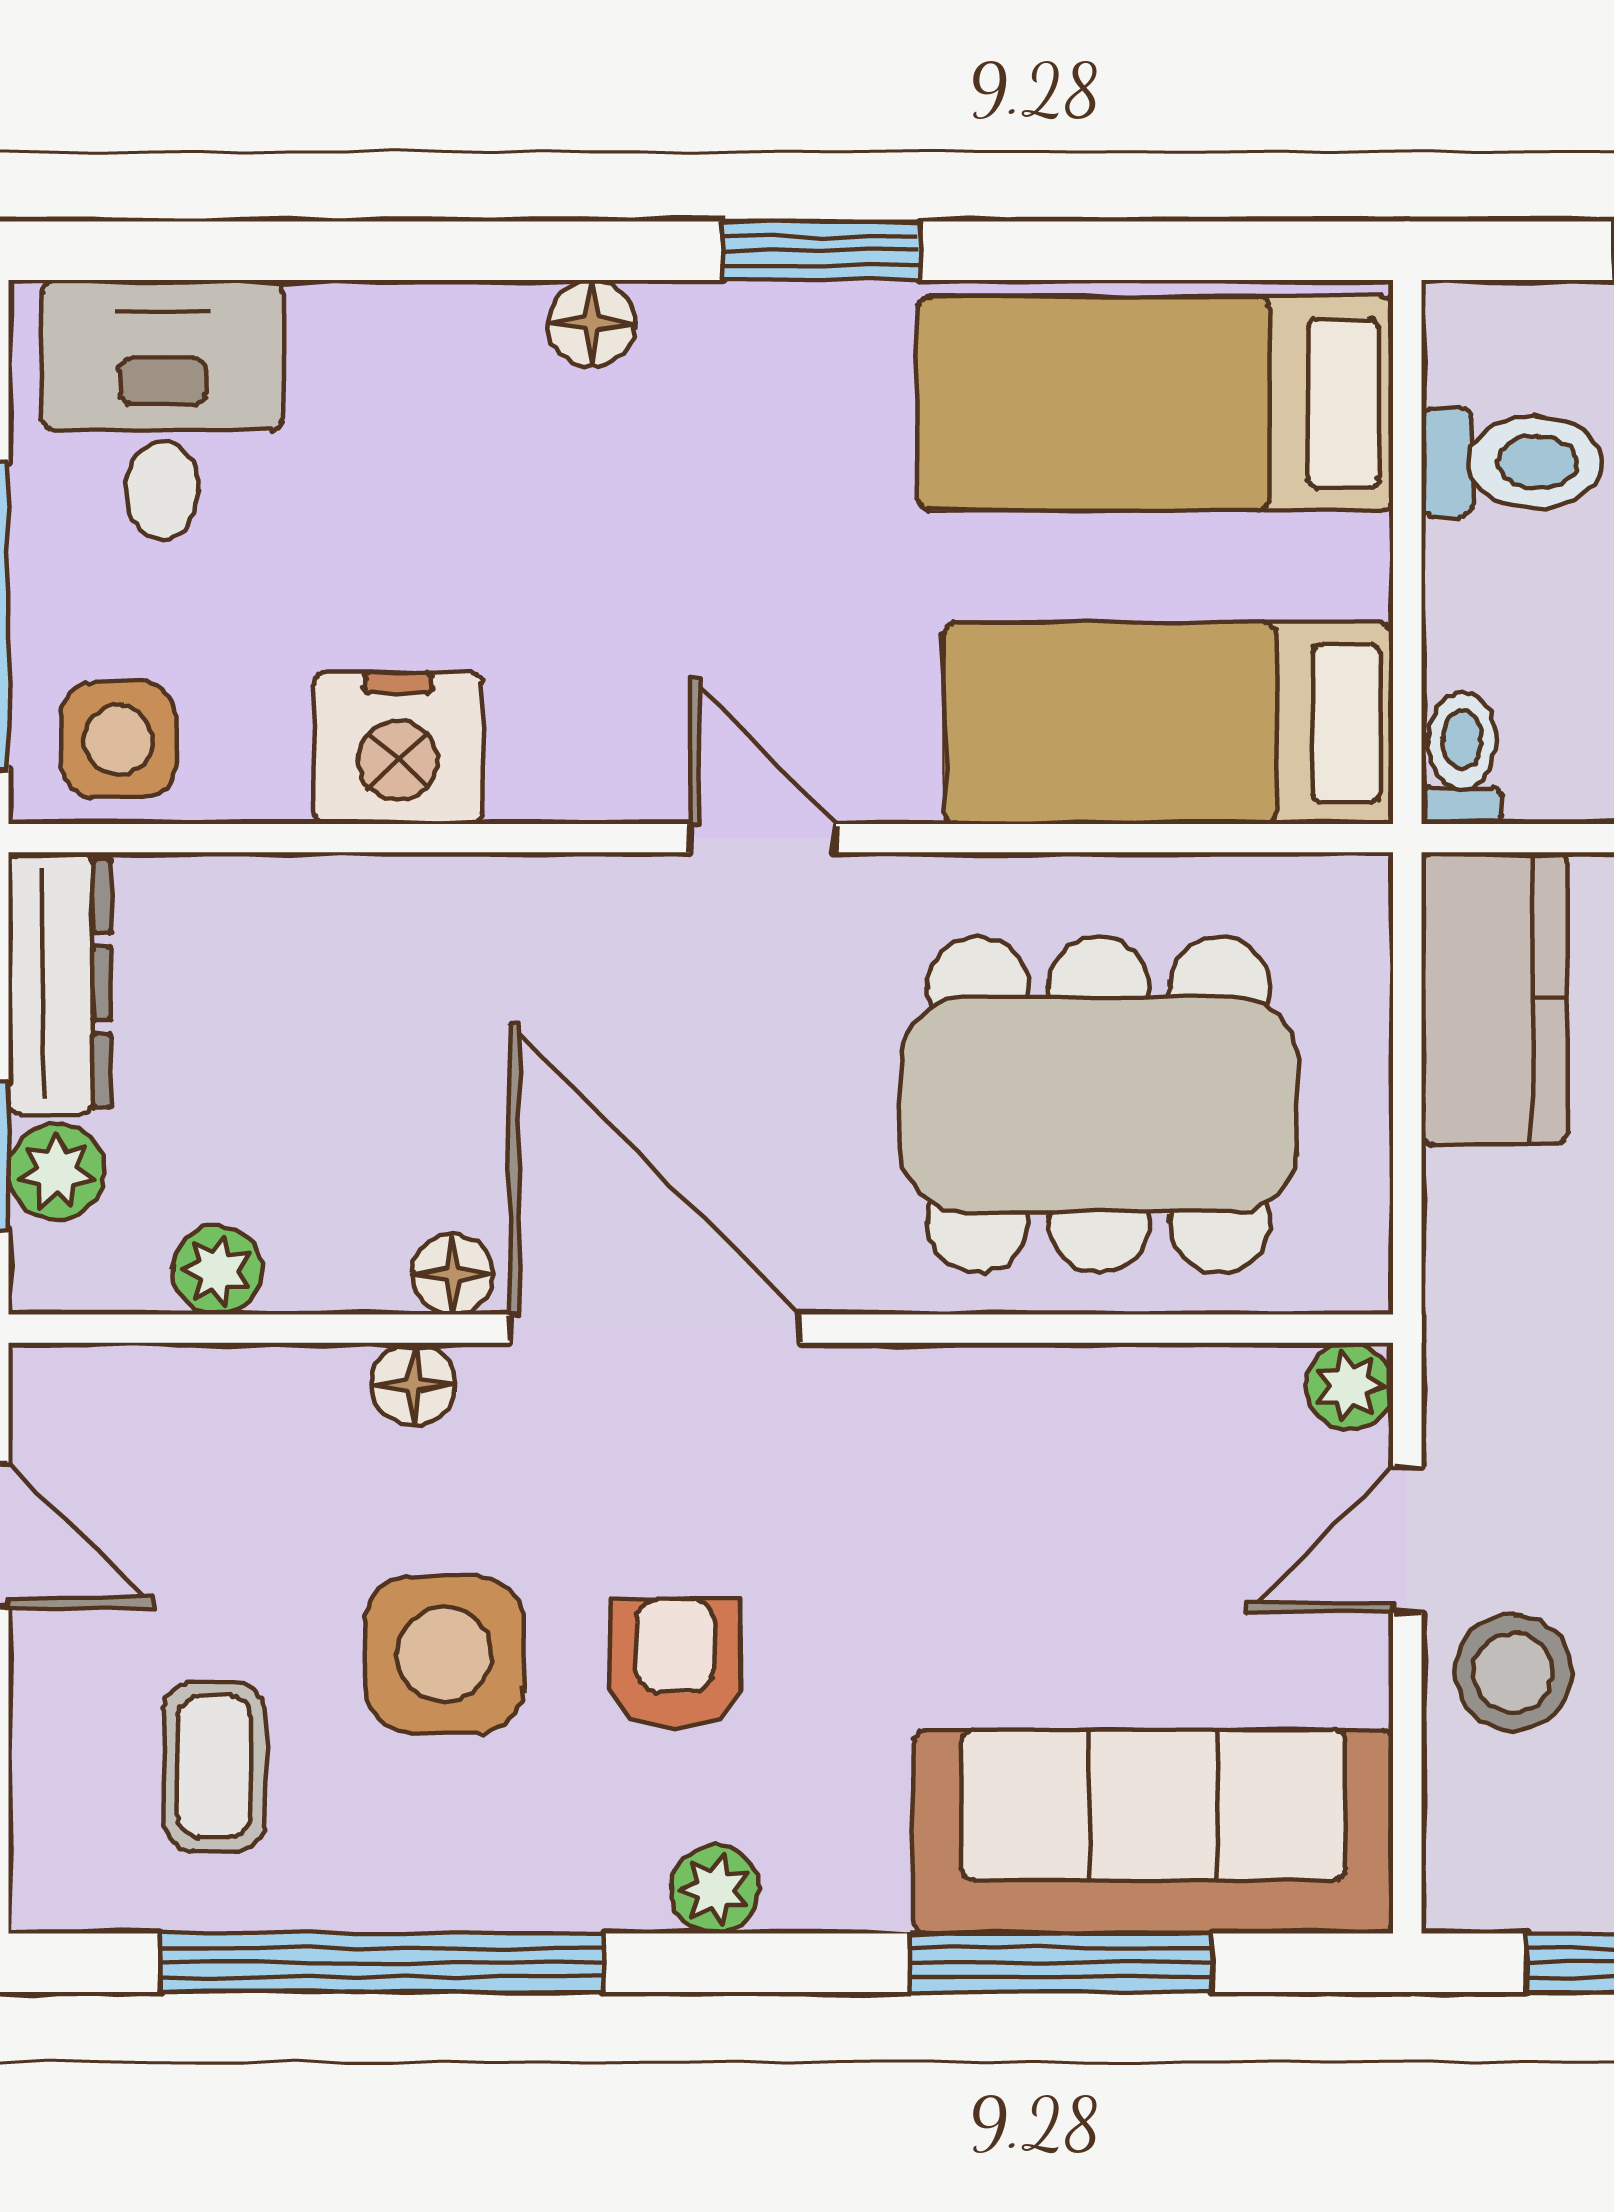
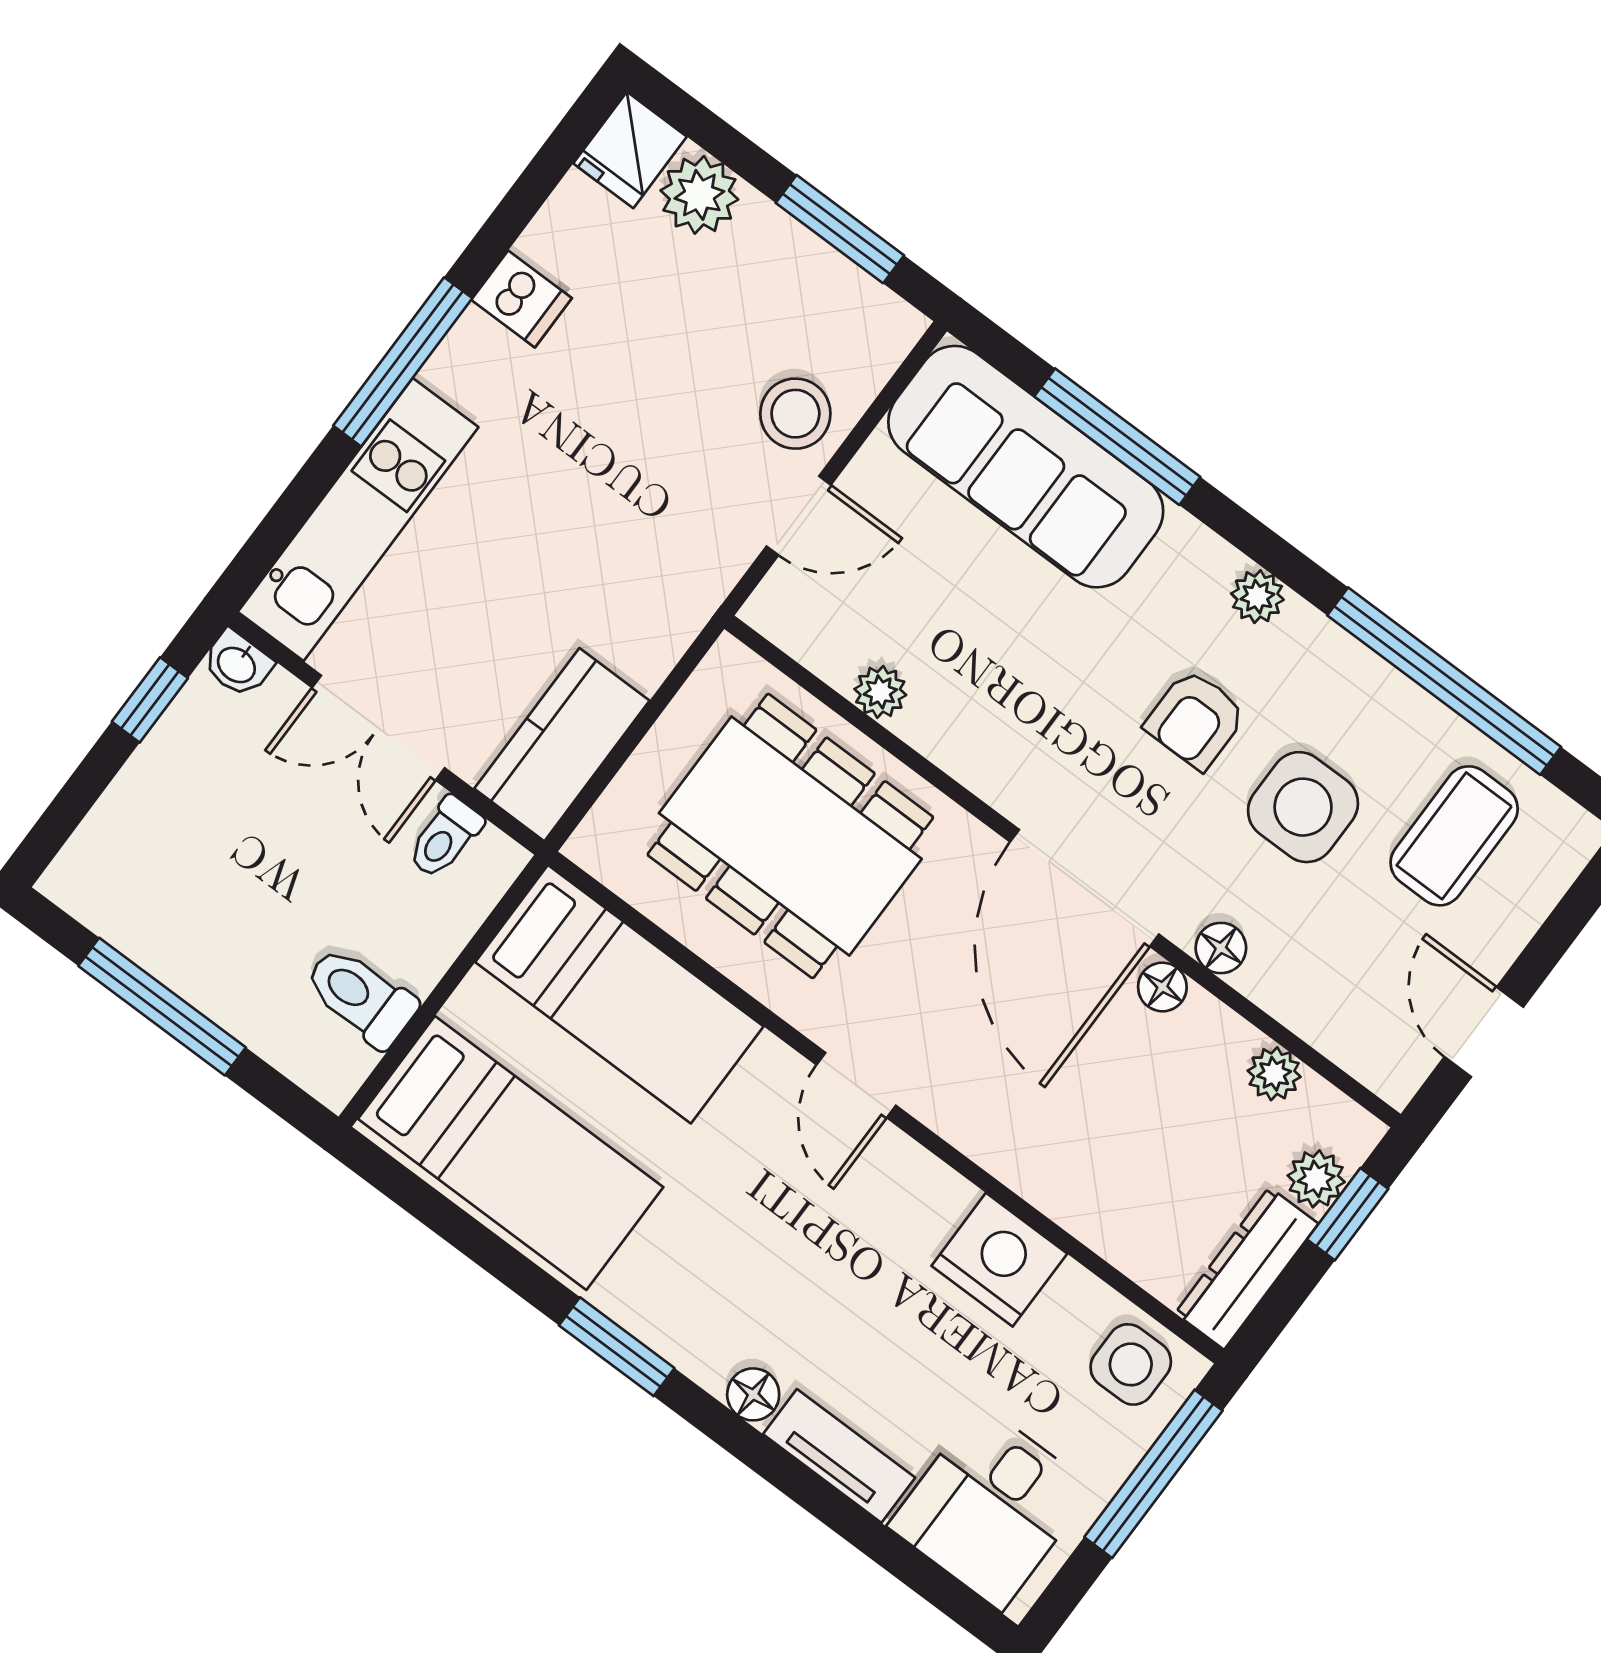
tv unit: (416, 327) -> (839, 1456), added
toilet: (1462, 758) -> (445, 838), moved
plant: (1350, 1386) -> (880, 692), moved
coffee table: (214, 1767) -> (1454, 836), width x1.36, depth x1.30

